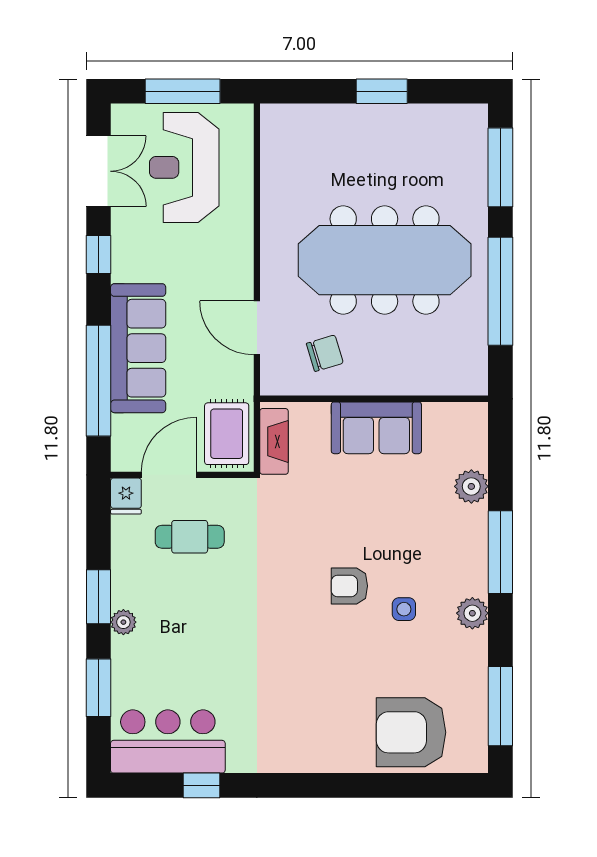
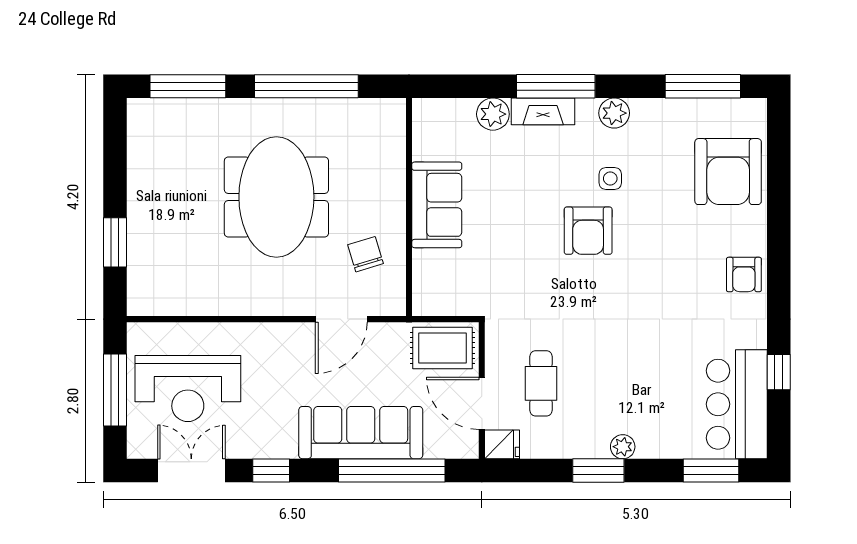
window: (382, 91) -> (115, 242), moved
meeting table: (385, 260) -> (276, 197), width x0.73
fireplace: (274, 441) -> (543, 111), moved, turned 180
armchair: (349, 586) -> (588, 231), width x1.38, depth x1.38
window: (99, 688) -> (711, 471), moved
armchair: (304, 749) -> (744, 275), added

